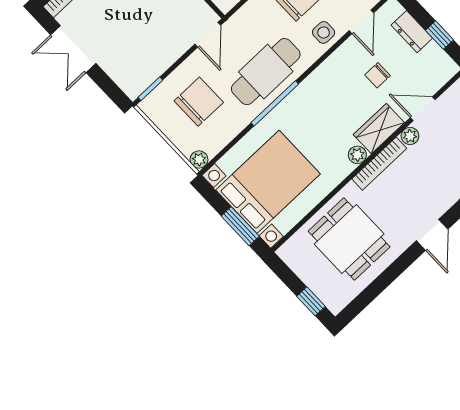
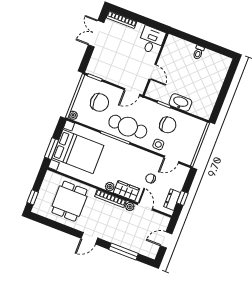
dresser: (412, 32) -> (172, 200), moved

